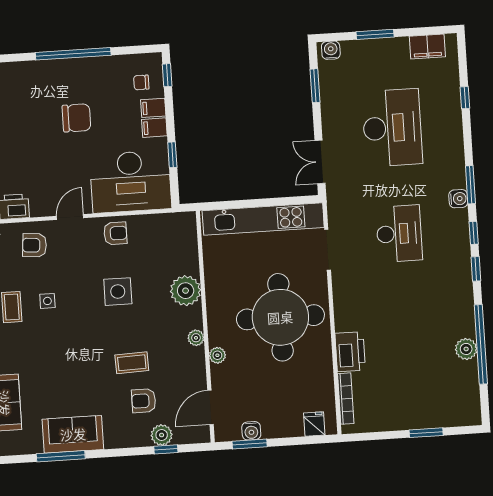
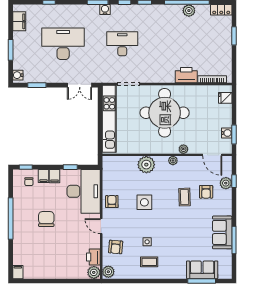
locker: (471, 407) -> (221, 10), added

